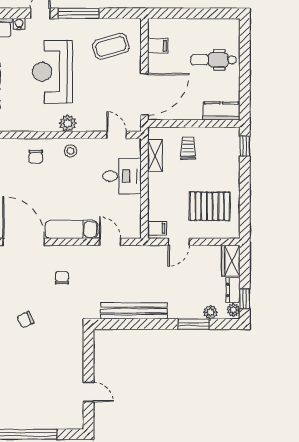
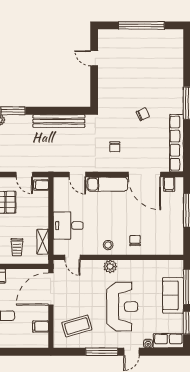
door: (179, 242) -> (24, 175), swing flipped

